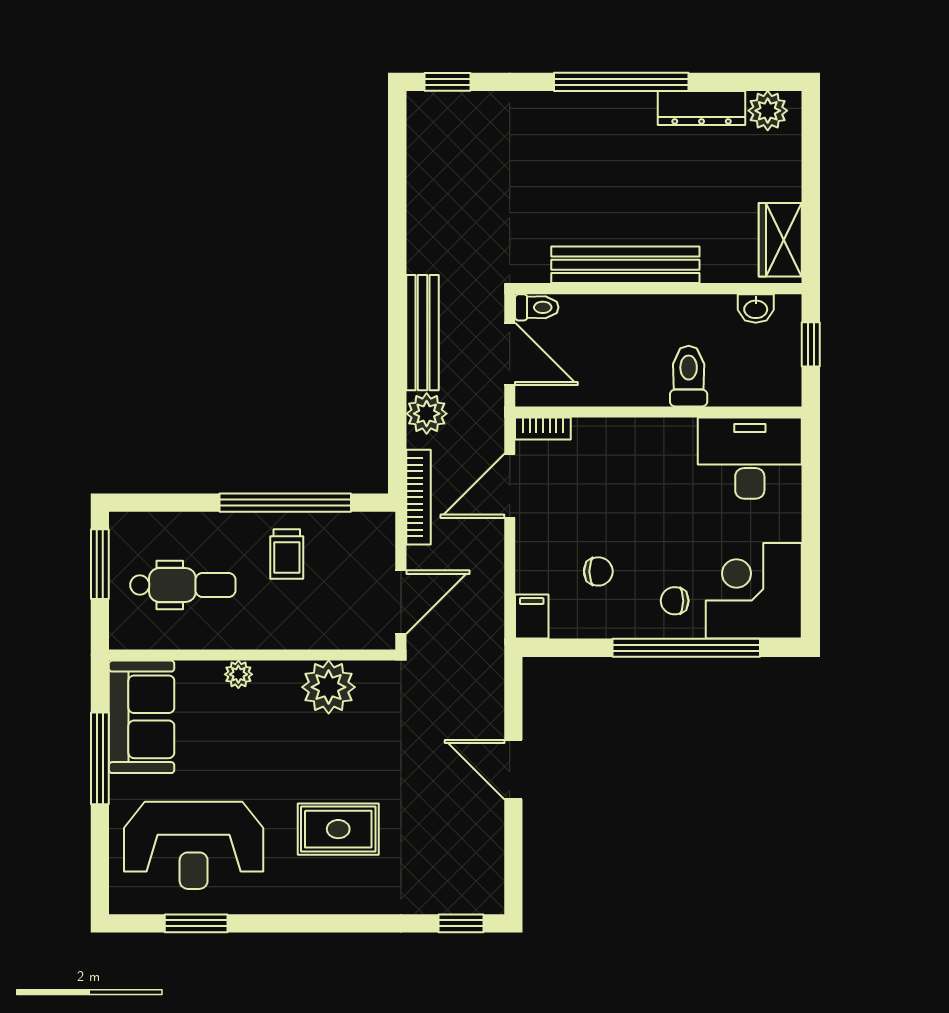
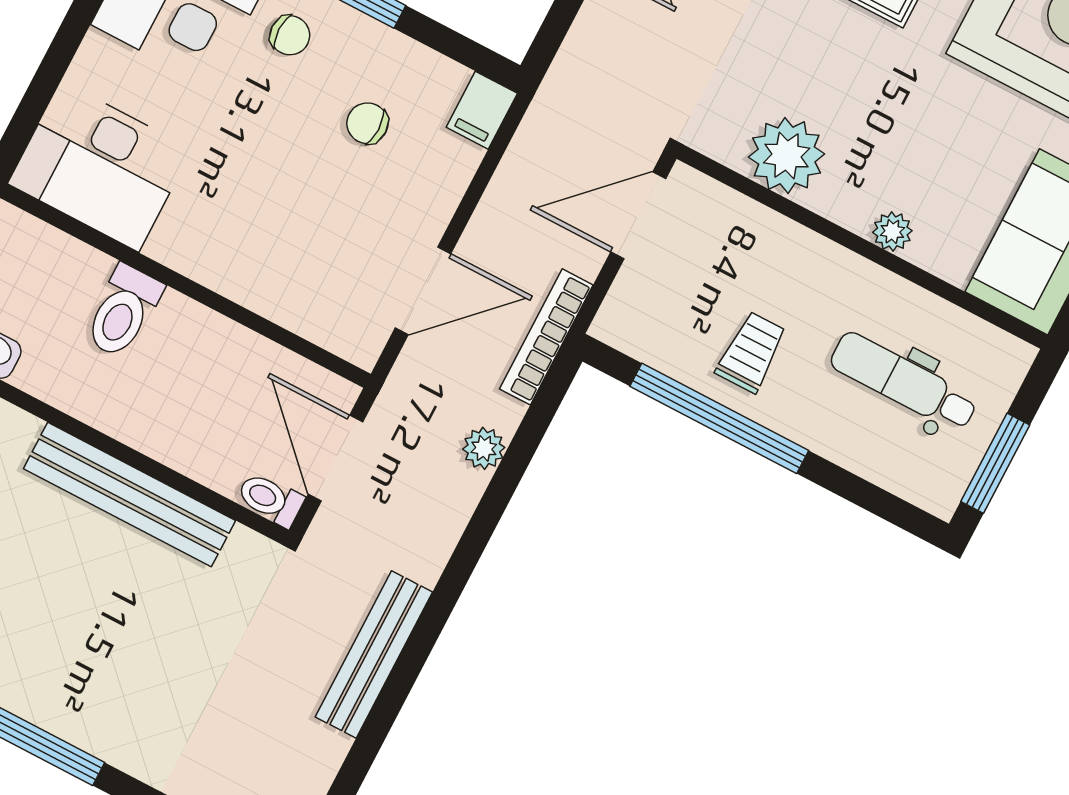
bench: (422, 333) -> (374, 654), moved
plant: (427, 414) -> (484, 448), width x0.73, depth x0.73
bookcase: (543, 429) -> (343, 341), removed

